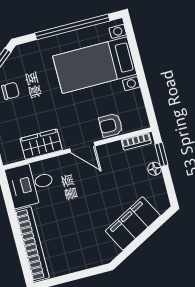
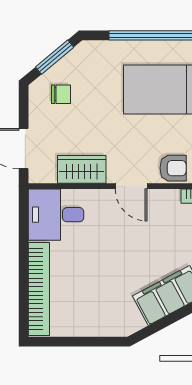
armchair: (111, 125) -> (173, 168), turned 180

